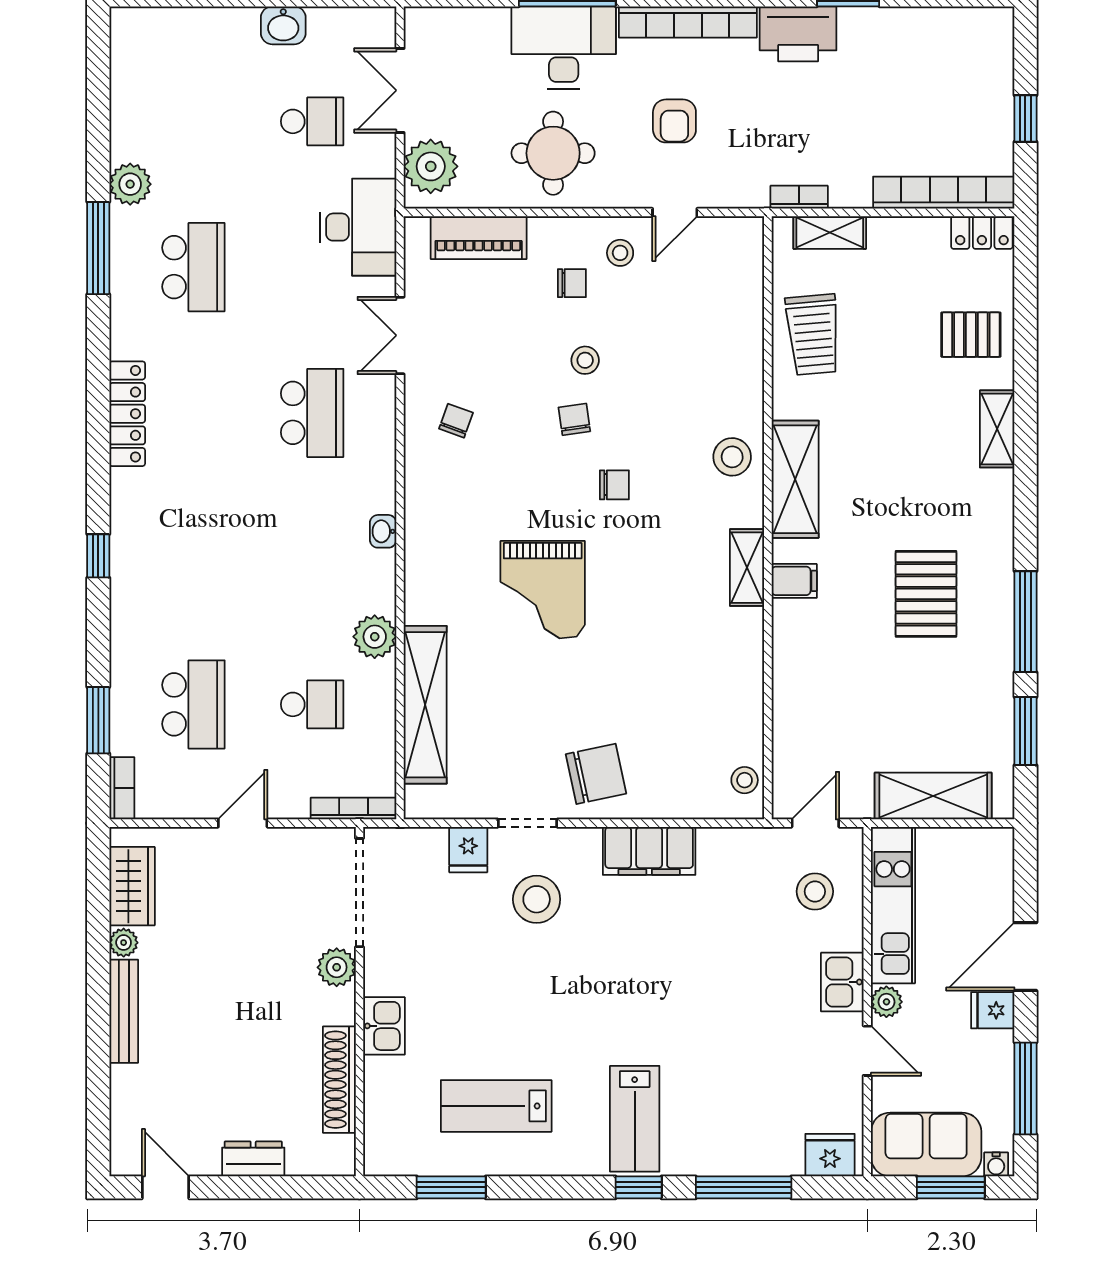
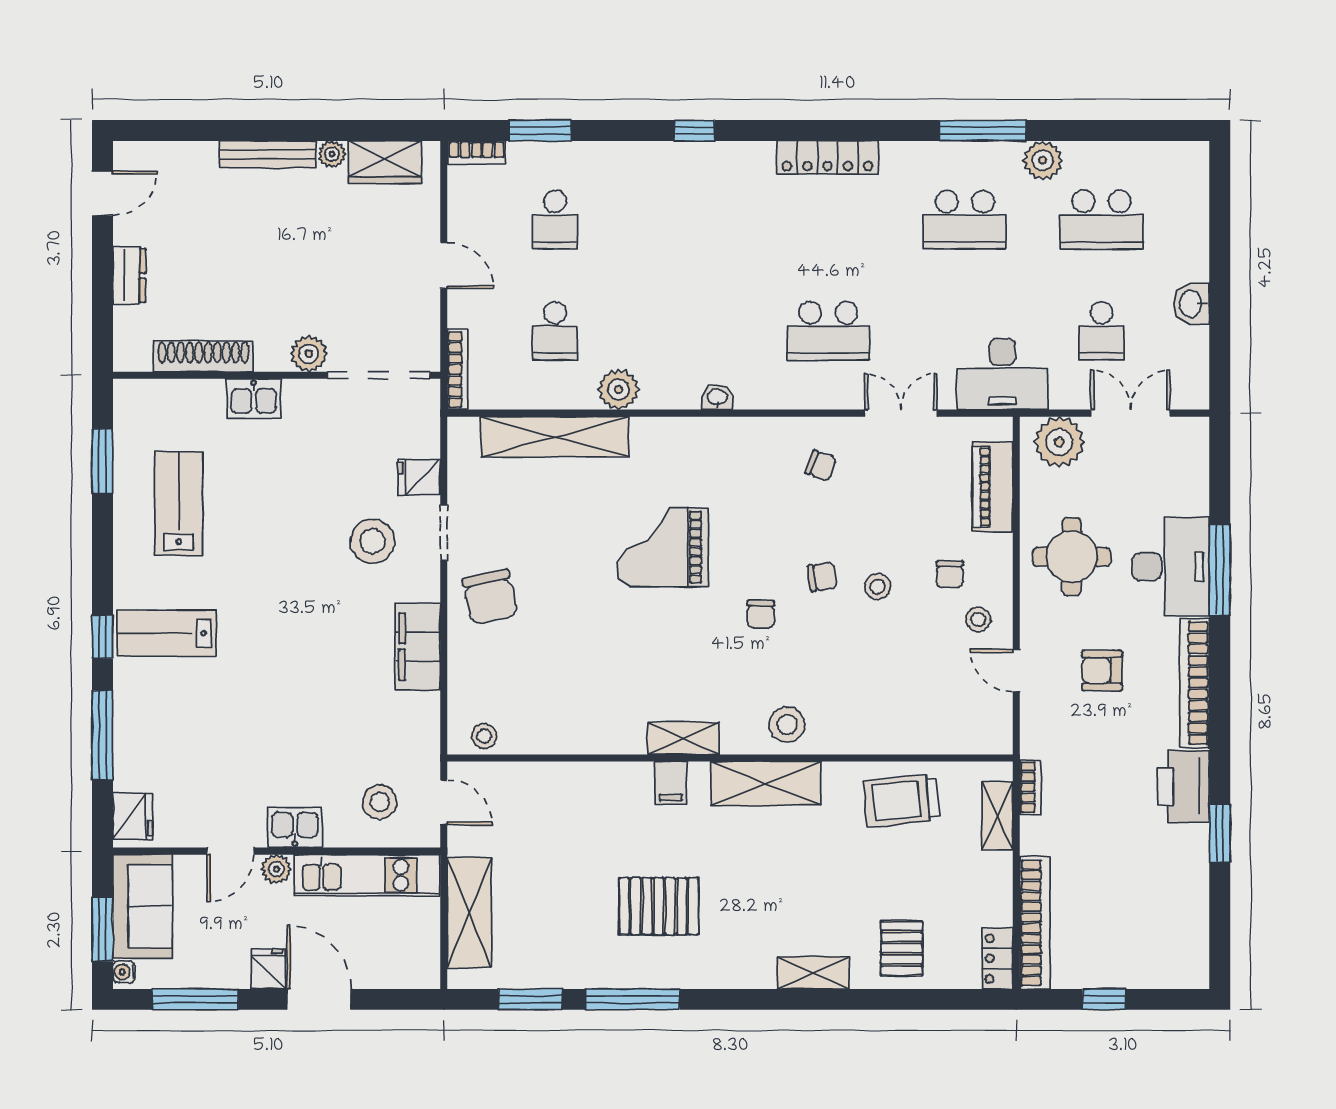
school desk: (193, 121) -> (1102, 220), added
school desk: (193, 704) -> (555, 220), width x0.54

